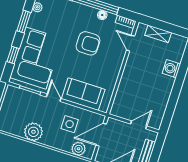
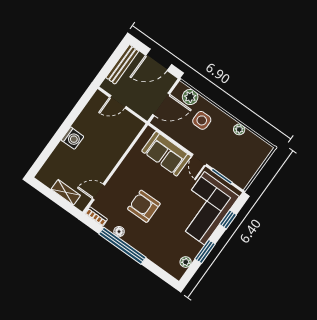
door: (130, 43) -> (98, 192), swing flipped
washing machine: (171, 69) -> (72, 138), moved
side table: (70, 124) -> (202, 120), moved
plant: (33, 132) -> (239, 129), width x0.53, depth x0.53

